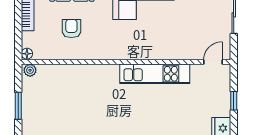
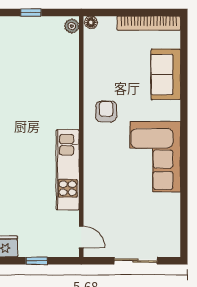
armchair: (71, 29) -> (106, 111), moved, turned -90
window: (18, 106) -> (31, 12), width x0.67

